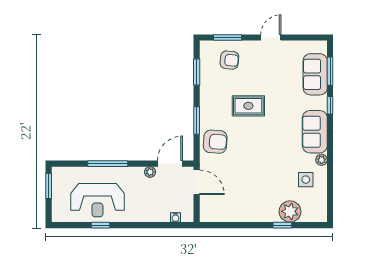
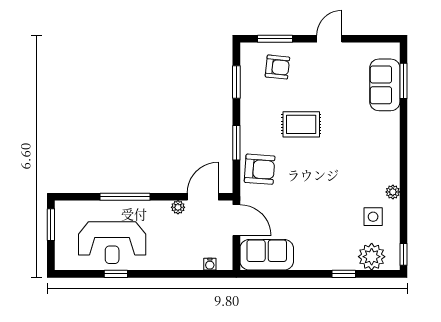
window: (330, 105) -> (403, 254), moved
sofa: (315, 132) -> (267, 255), moved, turned 90
plant: (290, 211) -> (372, 257), moved

